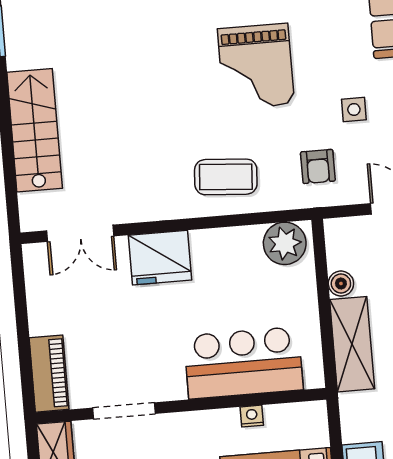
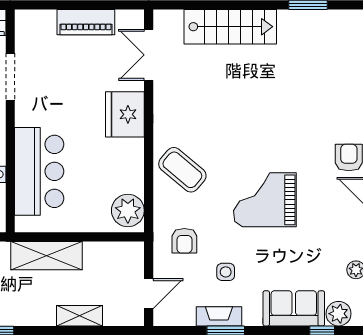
armchair: (318, 166) -> (184, 241), turned -90
coffee table: (226, 177) -> (182, 170), turned -54
boiler: (341, 284) -> (94, 251), removed
piano: (49, 374) -> (86, 22), moved

